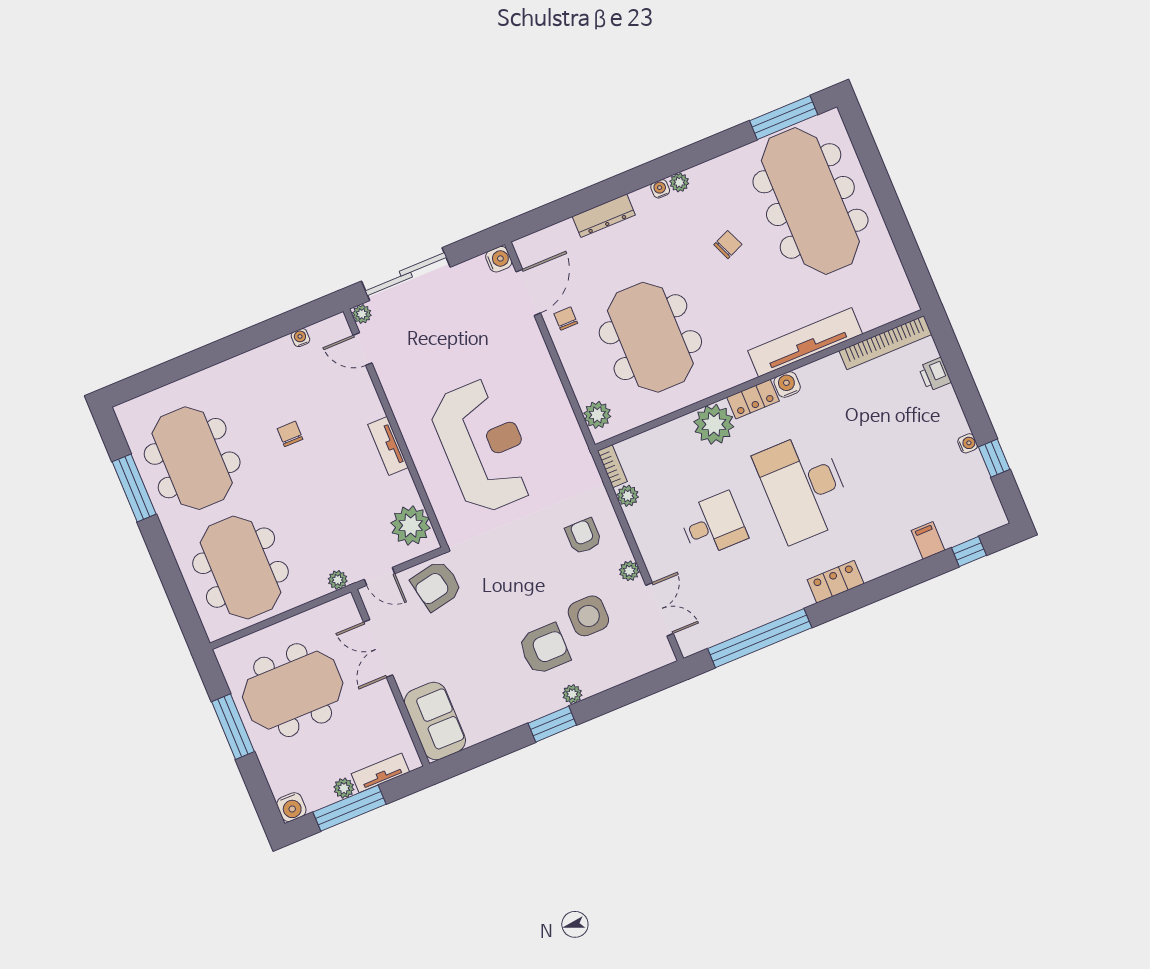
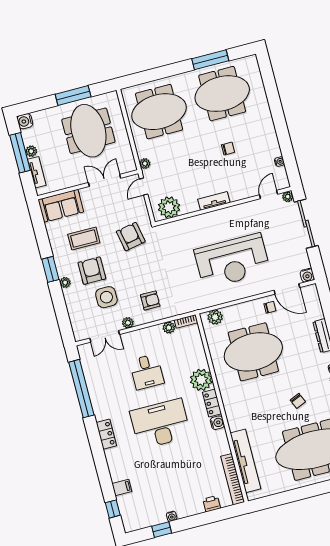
tv unit: (805, 342) -> (245, 461), moved
reception desk: (484, 446) -> (232, 261), moved
armchair: (437, 585) -> (131, 237), moved
armchair: (544, 649) -> (92, 271), turned 180
coffee table: (488, 671) -> (84, 239), added

